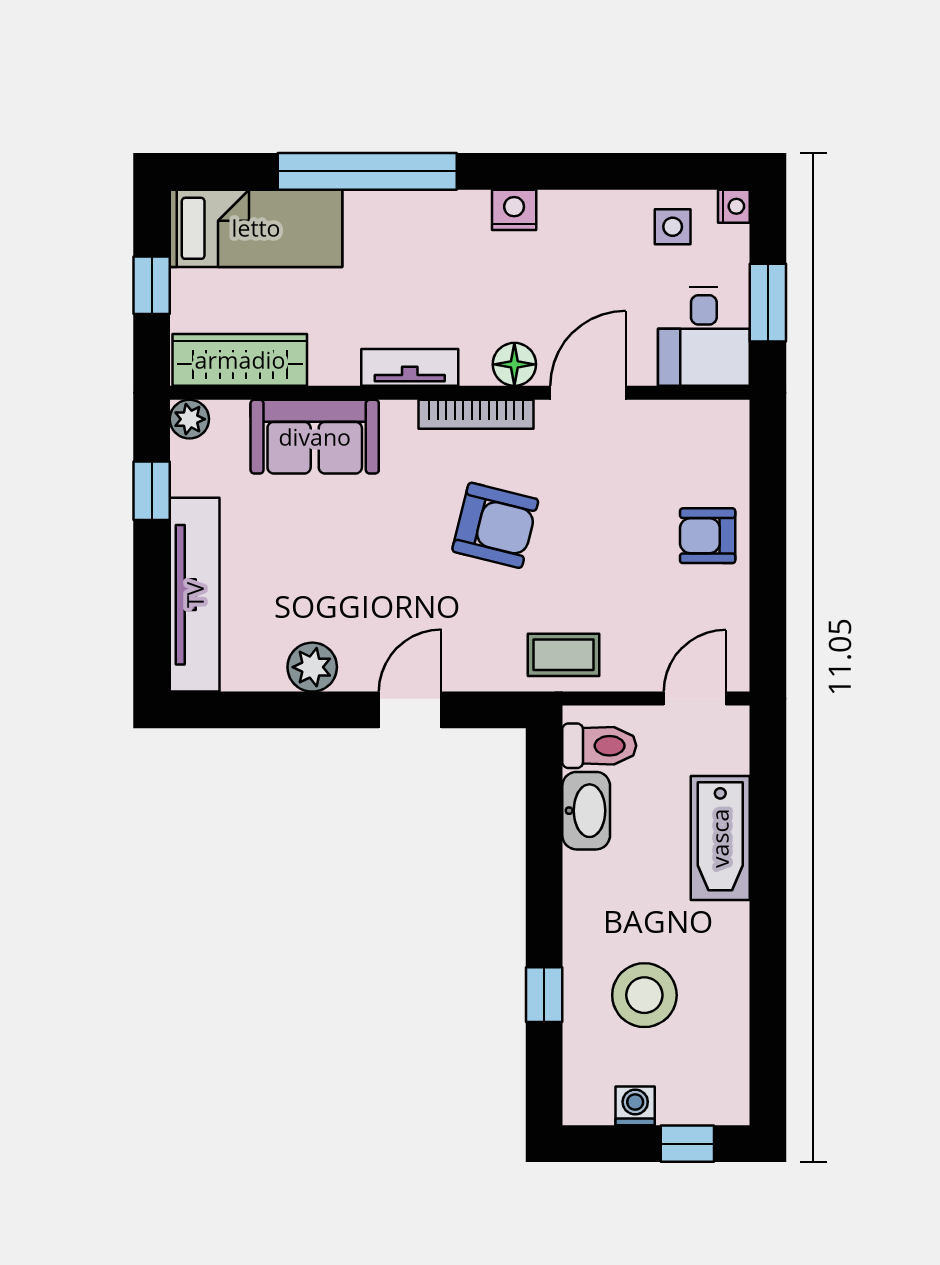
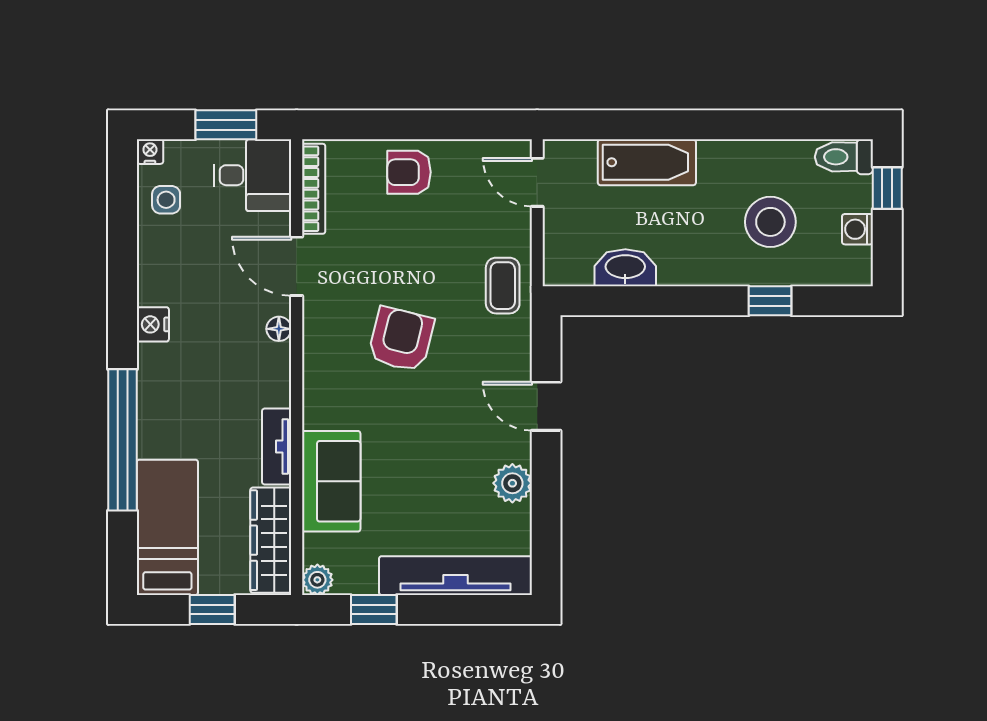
floor lamp: (514, 364) -> (279, 329), width x0.73, depth x0.73
tv unit: (410, 367) -> (277, 447), moved
bookcase: (476, 414) -> (314, 189), moved
armchair: (708, 536) -> (409, 172), turned 90
toilet: (599, 746) -> (844, 157), moved, turned -90

